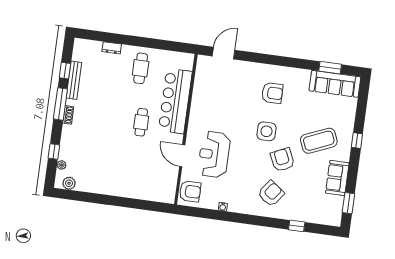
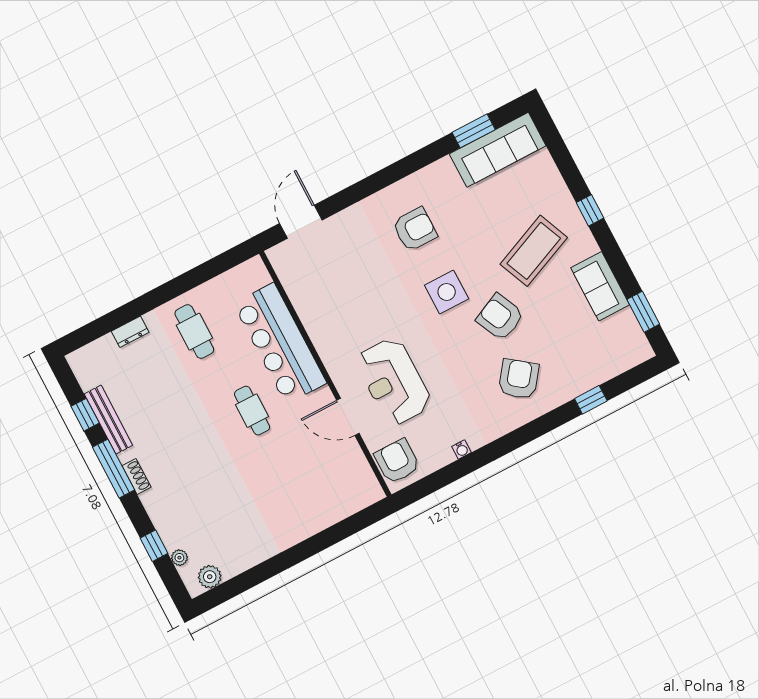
armchair: (190, 191) -> (397, 461), turned -90

